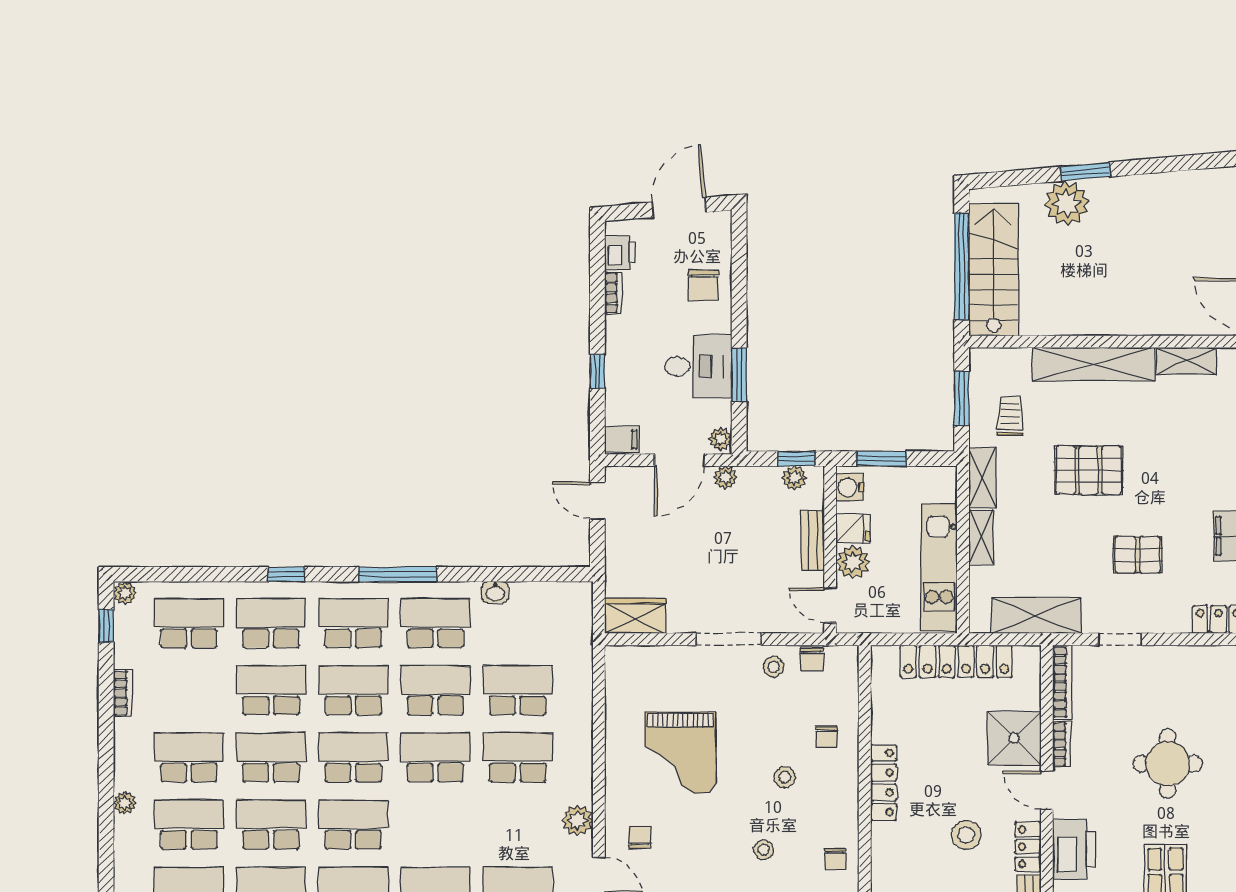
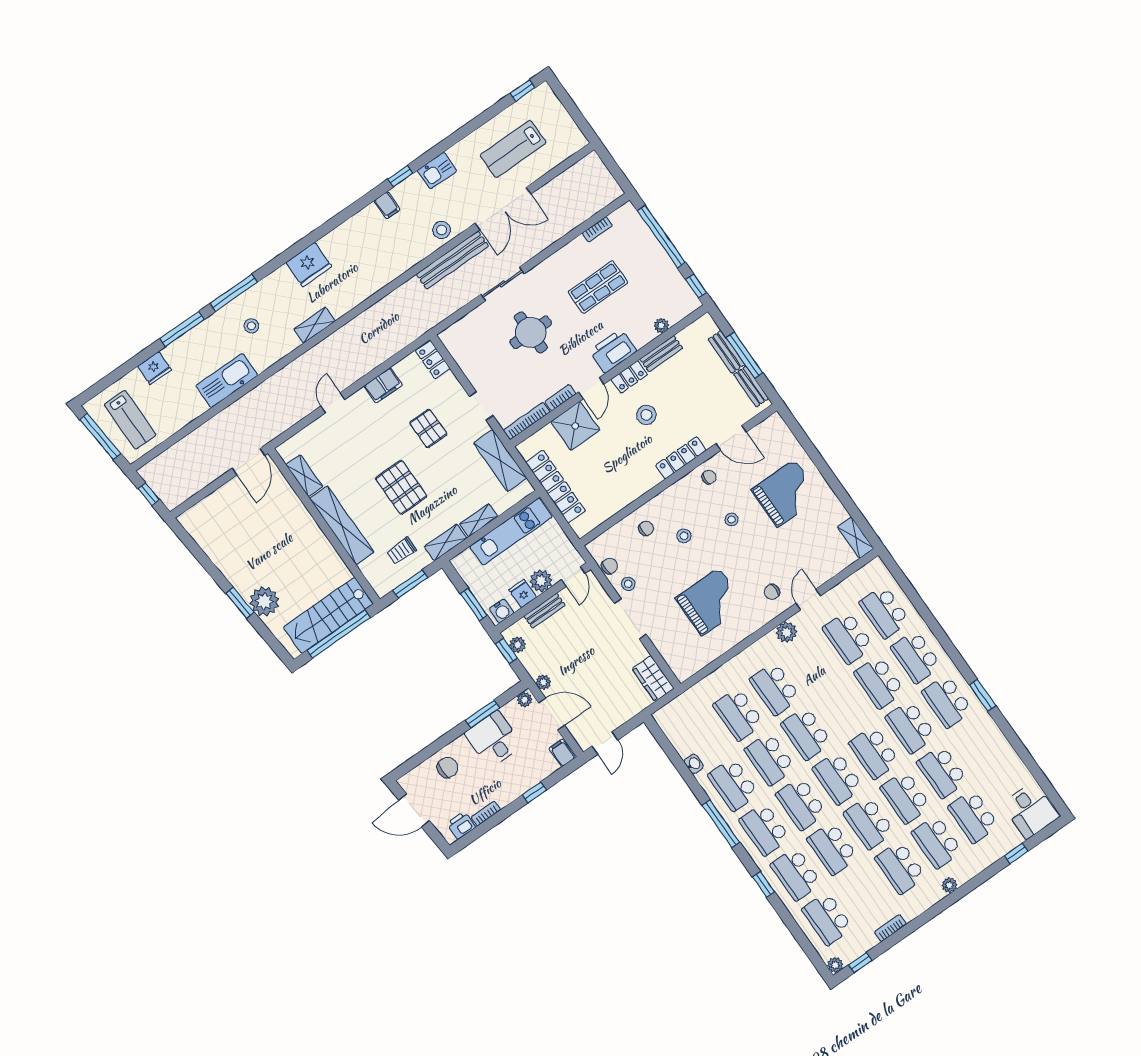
locker: (884, 782) -> (681, 458), moved

